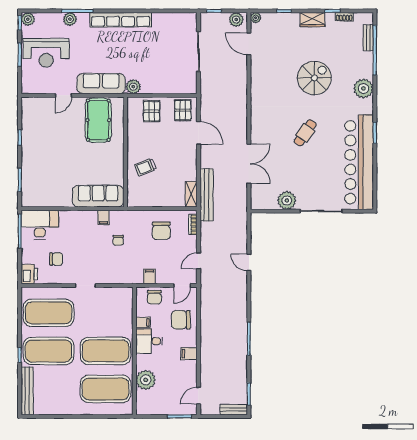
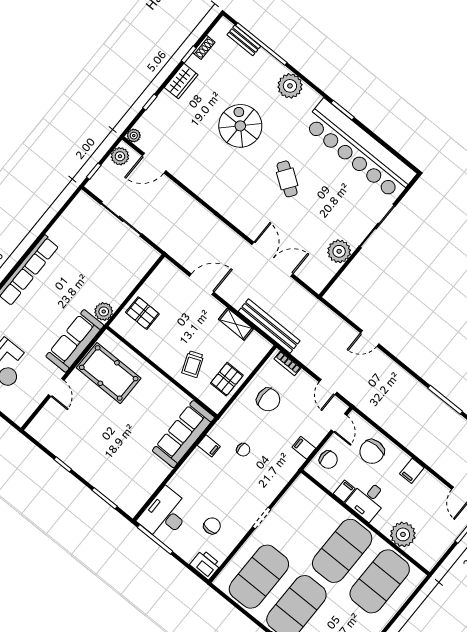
pallet: (183, 110) -> (227, 379), moved, turned 90
shelving: (191, 194) -> (236, 324), moved

